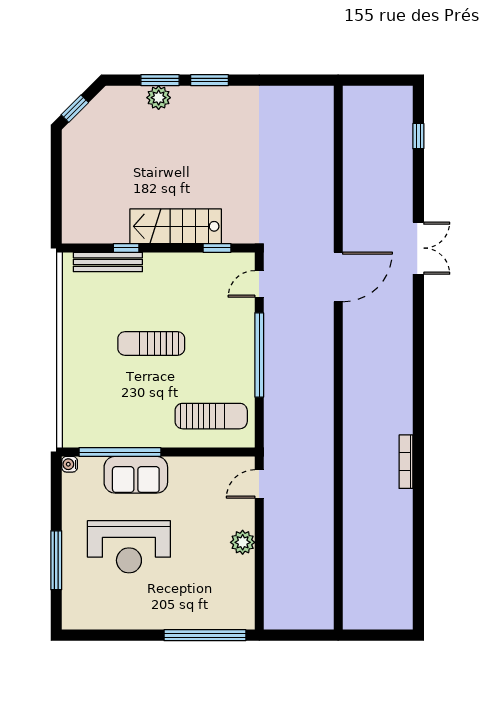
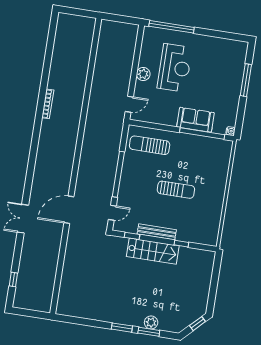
bench: (108, 262) -> (157, 232), moved
reception desk: (129, 547) -> (175, 68), moved, turned 90

